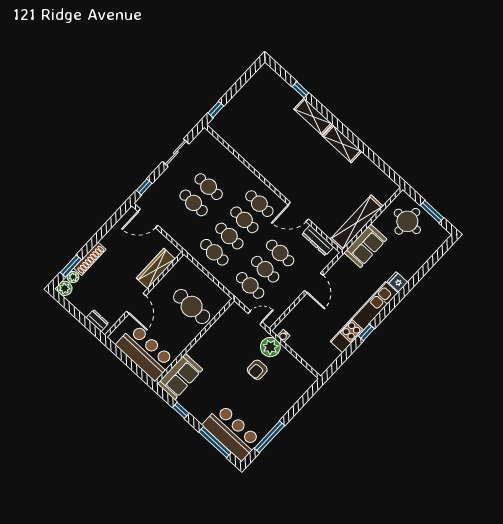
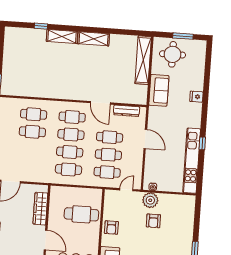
cafe table: (194, 203) -> (34, 114), moved
door: (298, 212) -> (100, 103), hinge flipped
shelving: (357, 223) -> (143, 60), moved
kitchen unit: (364, 317) -> (192, 161), moved
armchair: (211, 343) -> (111, 228), added

